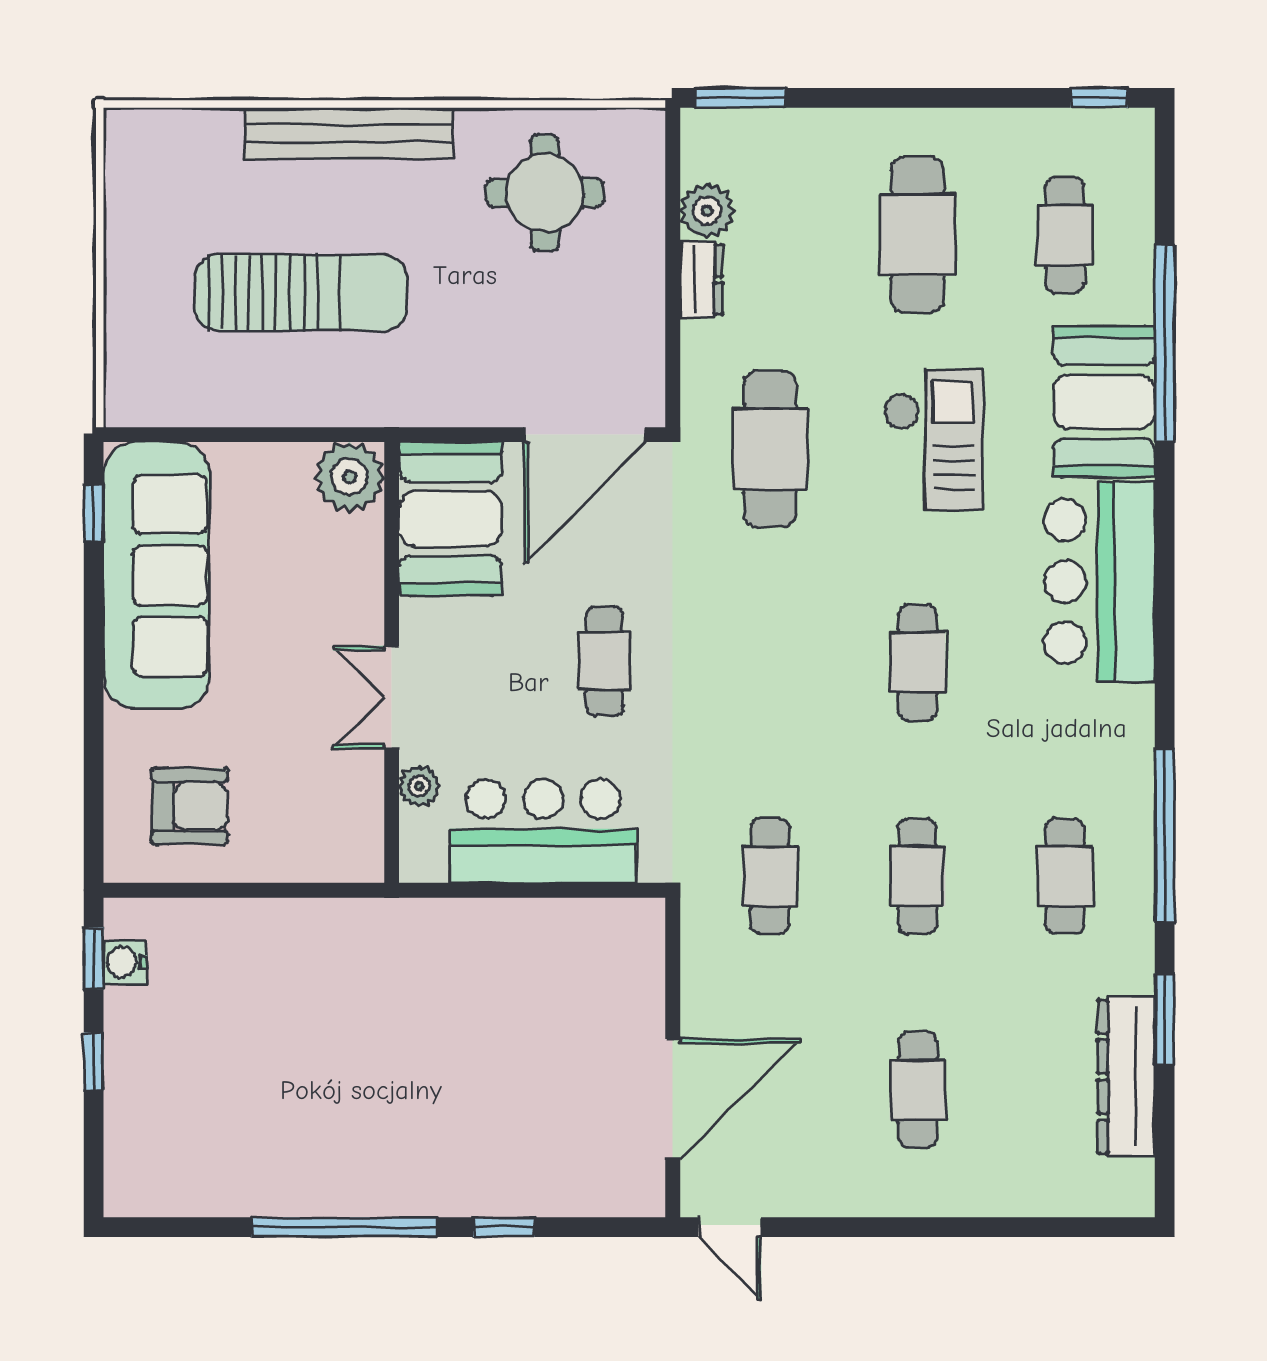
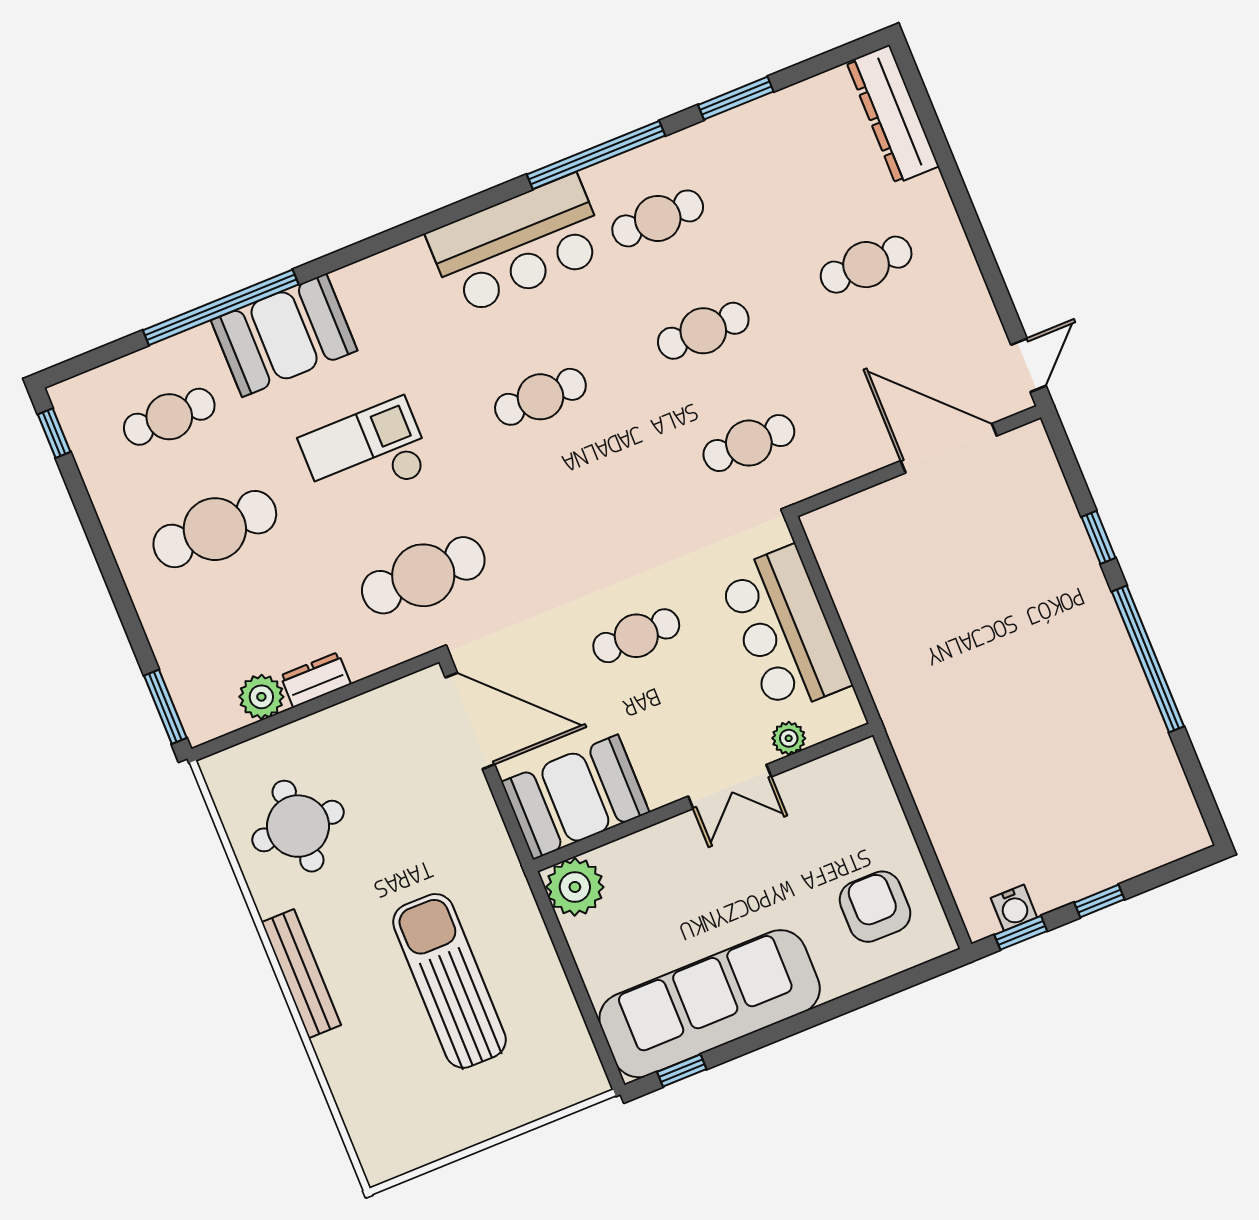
bench: (349, 133) -> (301, 974), width x0.73, depth x0.82
bar counter: (1099, 581) -> (517, 245), moved
dresser: (1126, 1077) -> (893, 114), moved, turned 90

